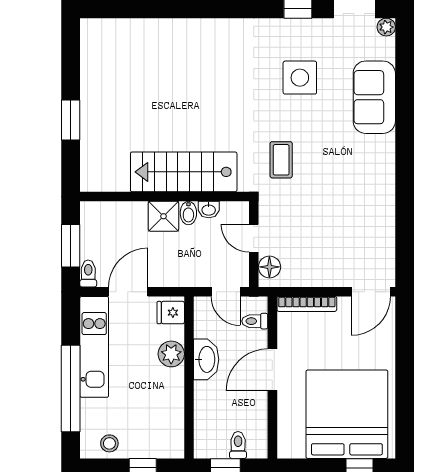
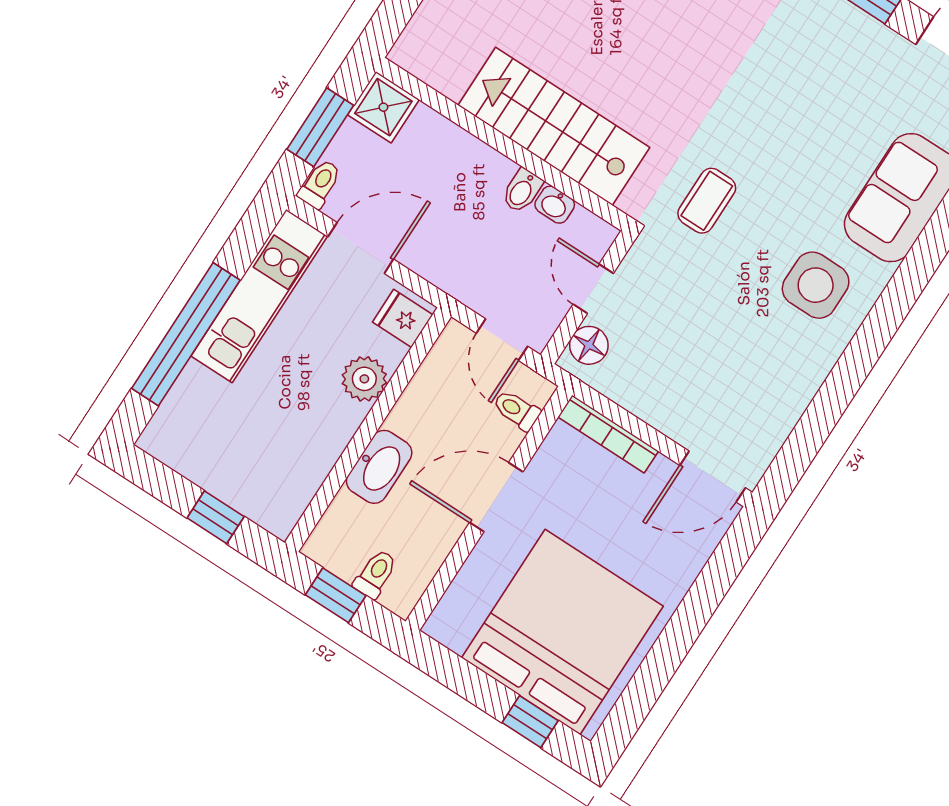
side table: (300, 78) -> (816, 285), moved
shower: (163, 216) -> (383, 107), moved
washbasin: (206, 359) -> (379, 467), moved
stool: (109, 443) -> (190, 450), removed

